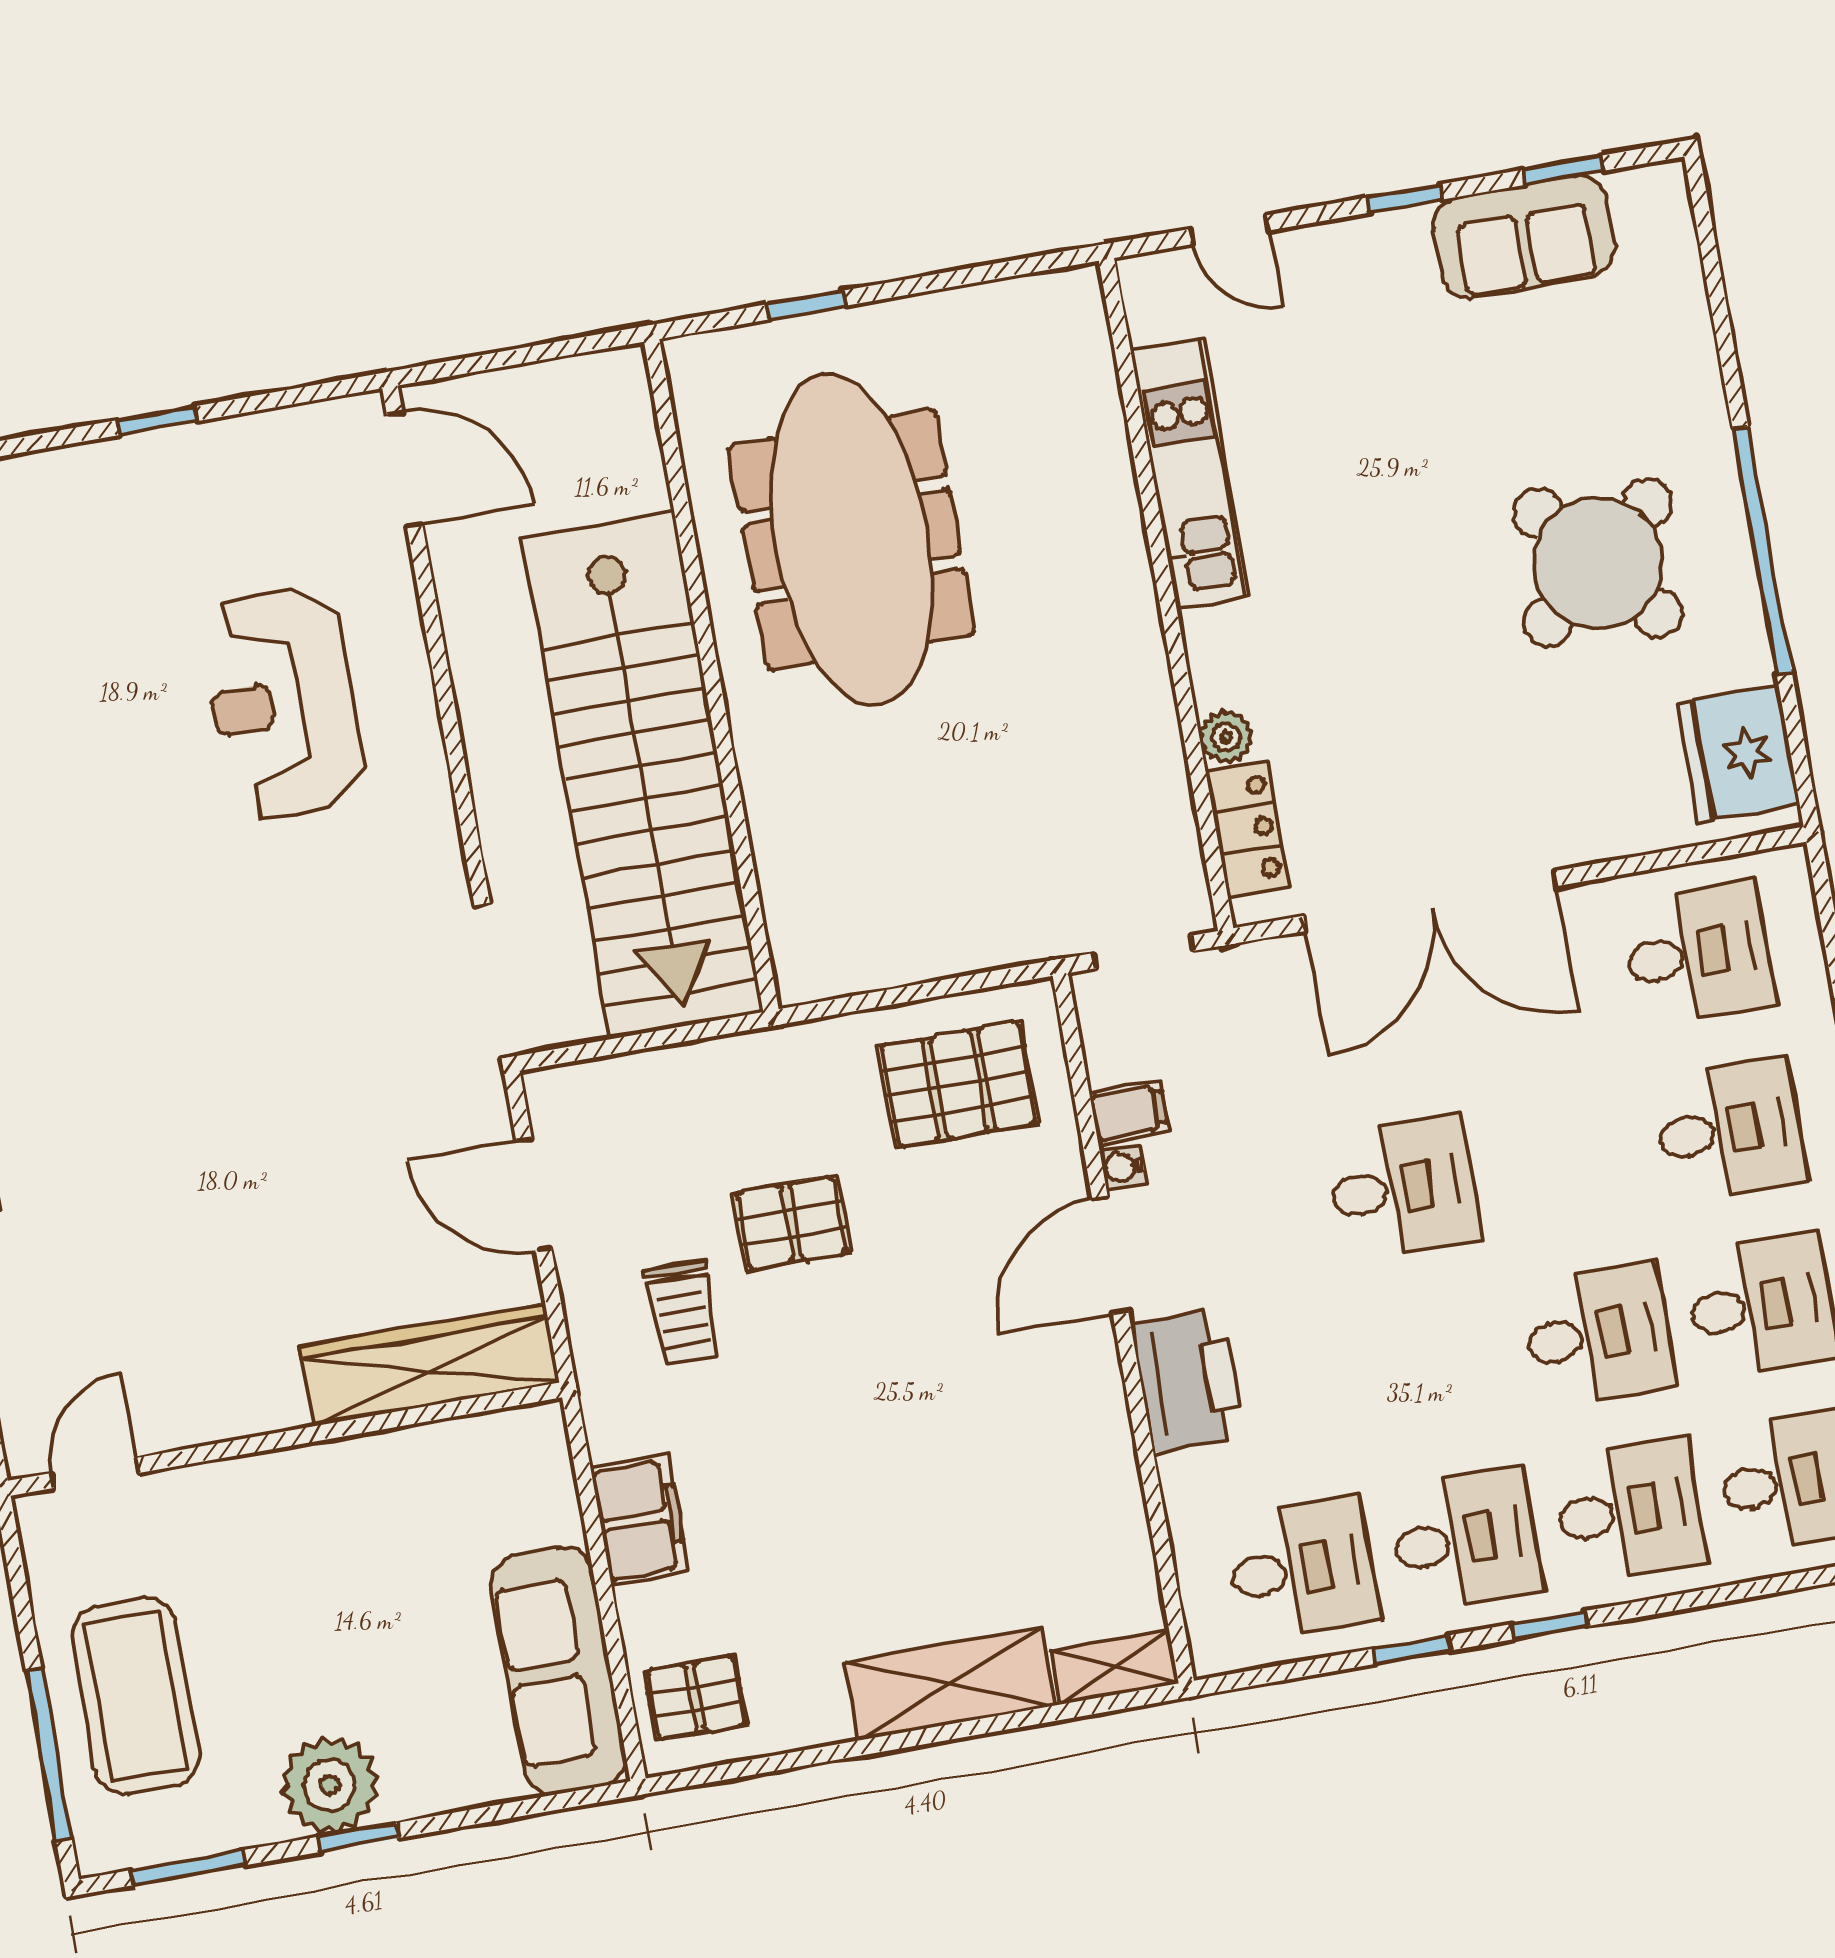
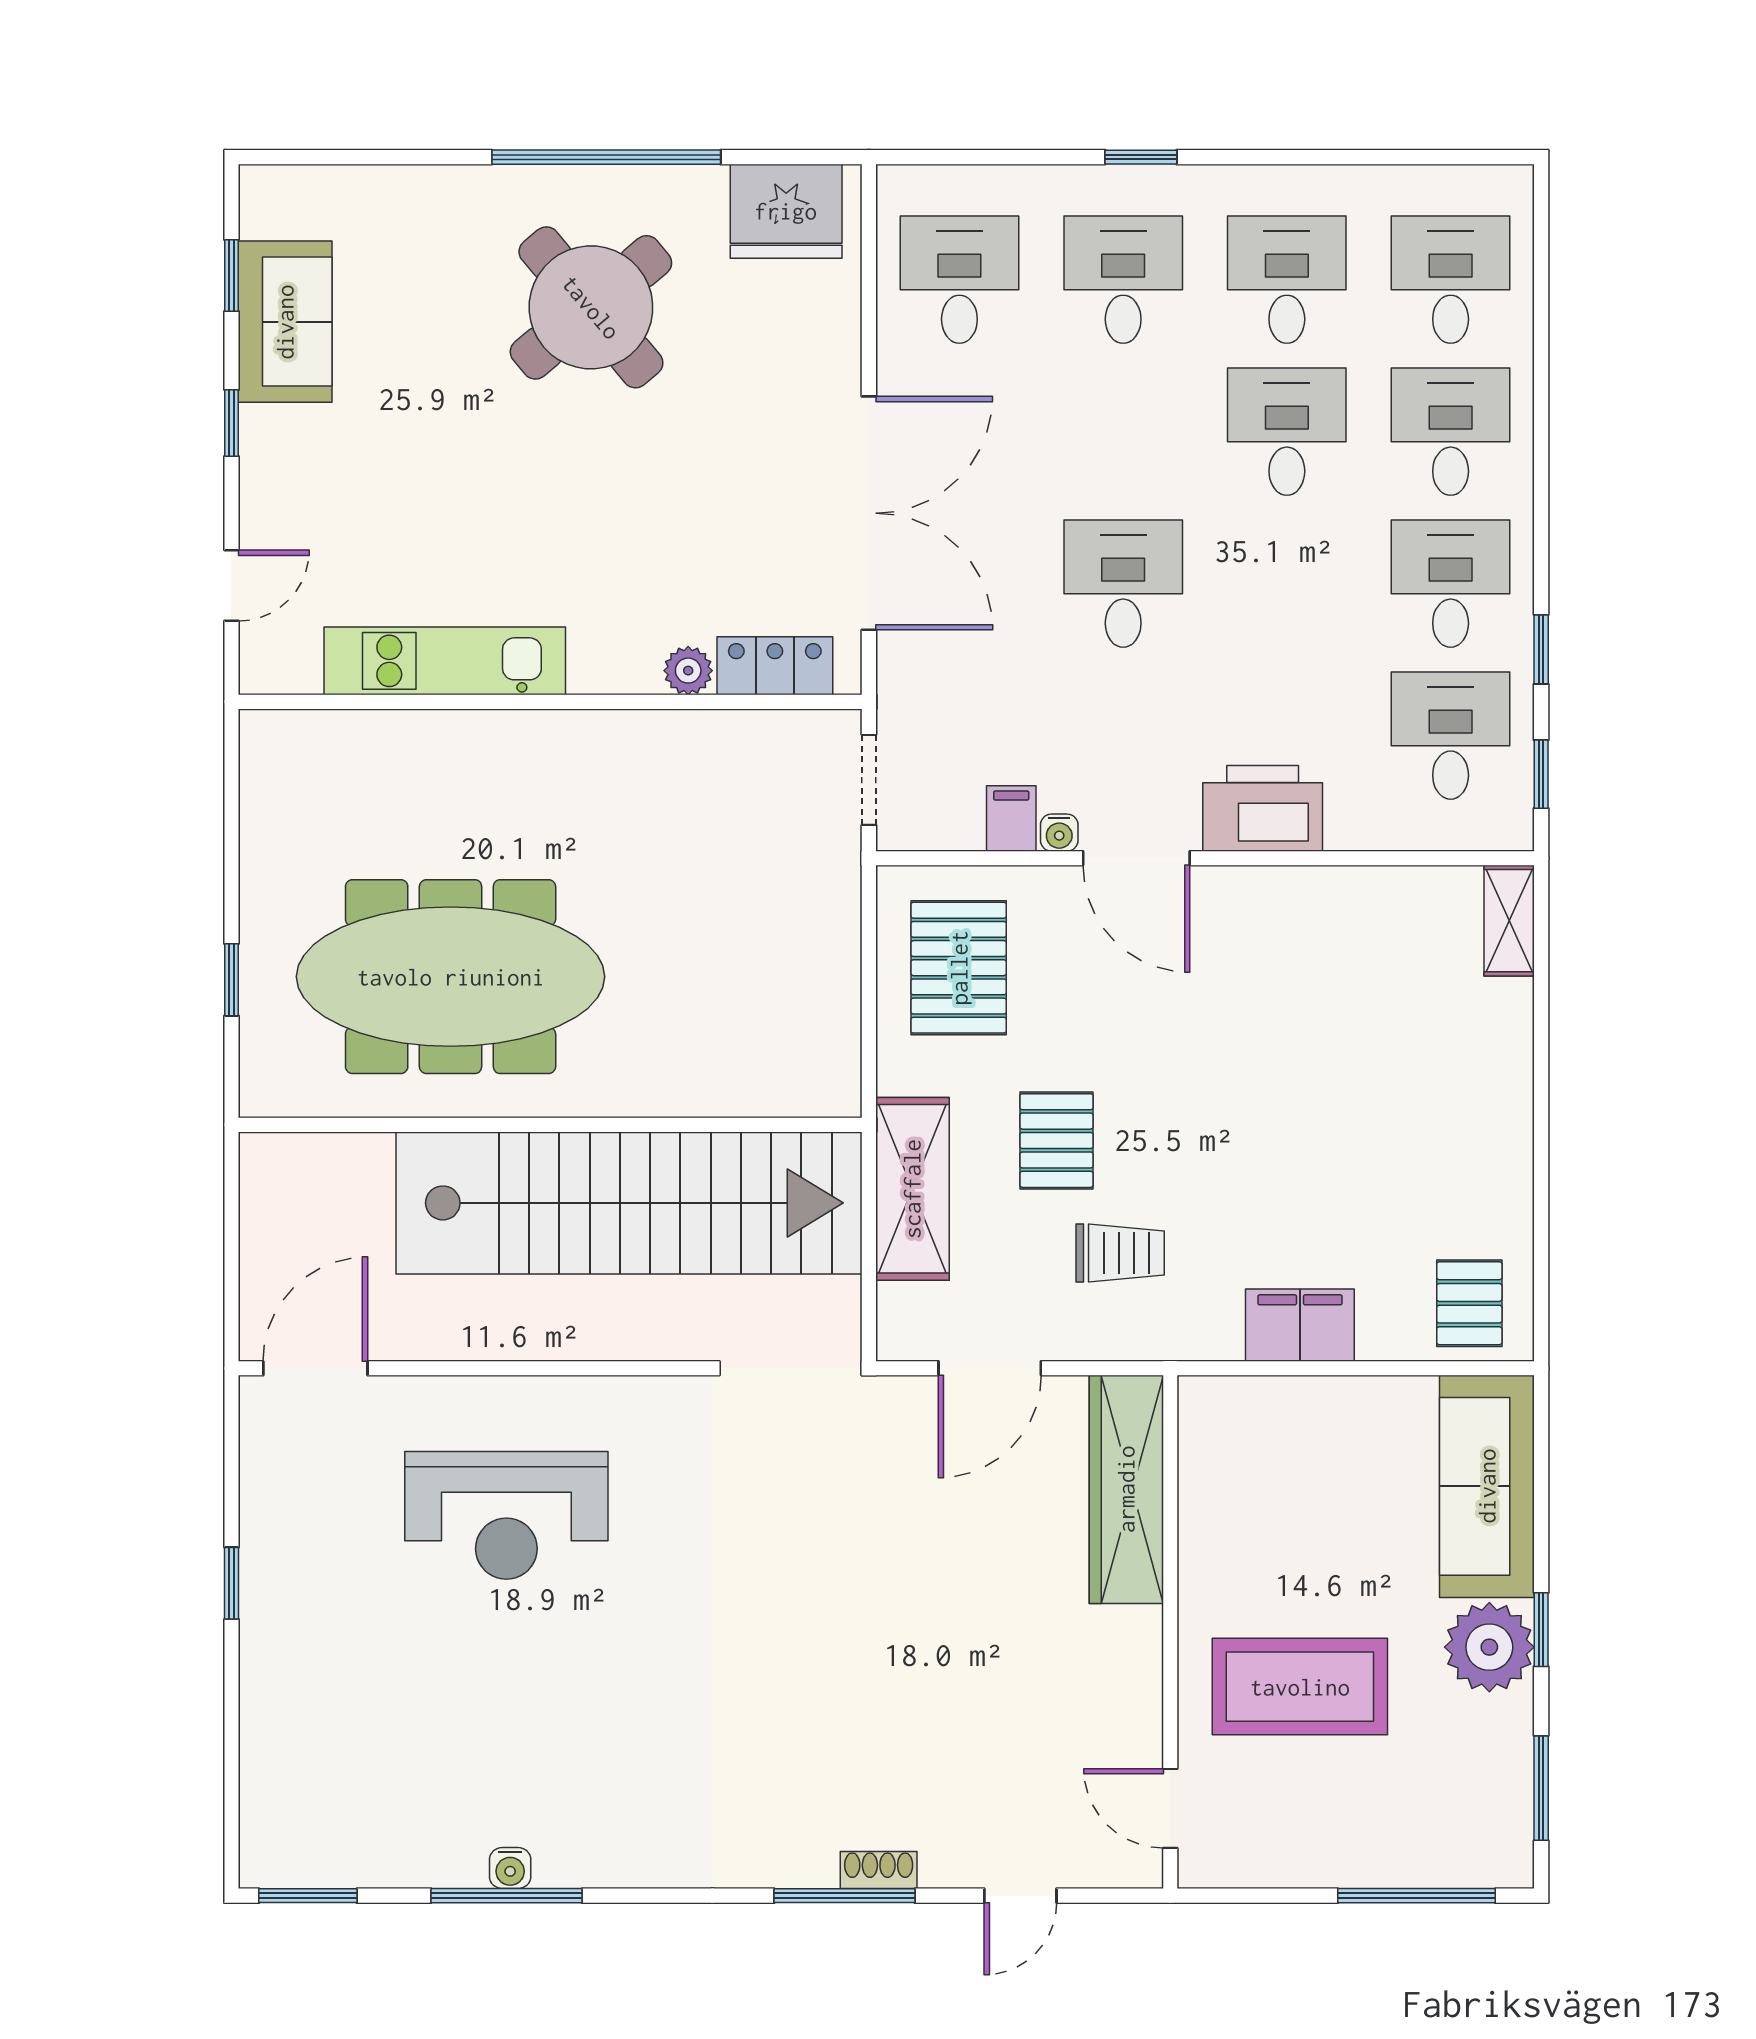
window: (1549, 1625) -> (1541, 774), moved
sofa: (558, 1671) -> (1487, 1486), moved, turned 90
shelving: (949, 1684) -> (912, 1189), moved
coffee table: (136, 1696) -> (1300, 1687), moved

